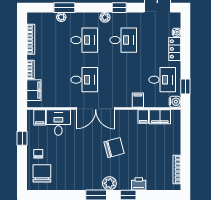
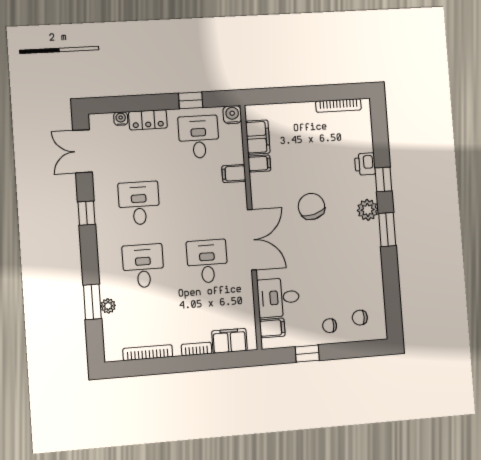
plant: (105, 17) -> (104, 235), removed
window: (185, 87) -> (191, 100), moved
chair: (42, 173) -> (360, 318), width x0.54, depth x0.54

